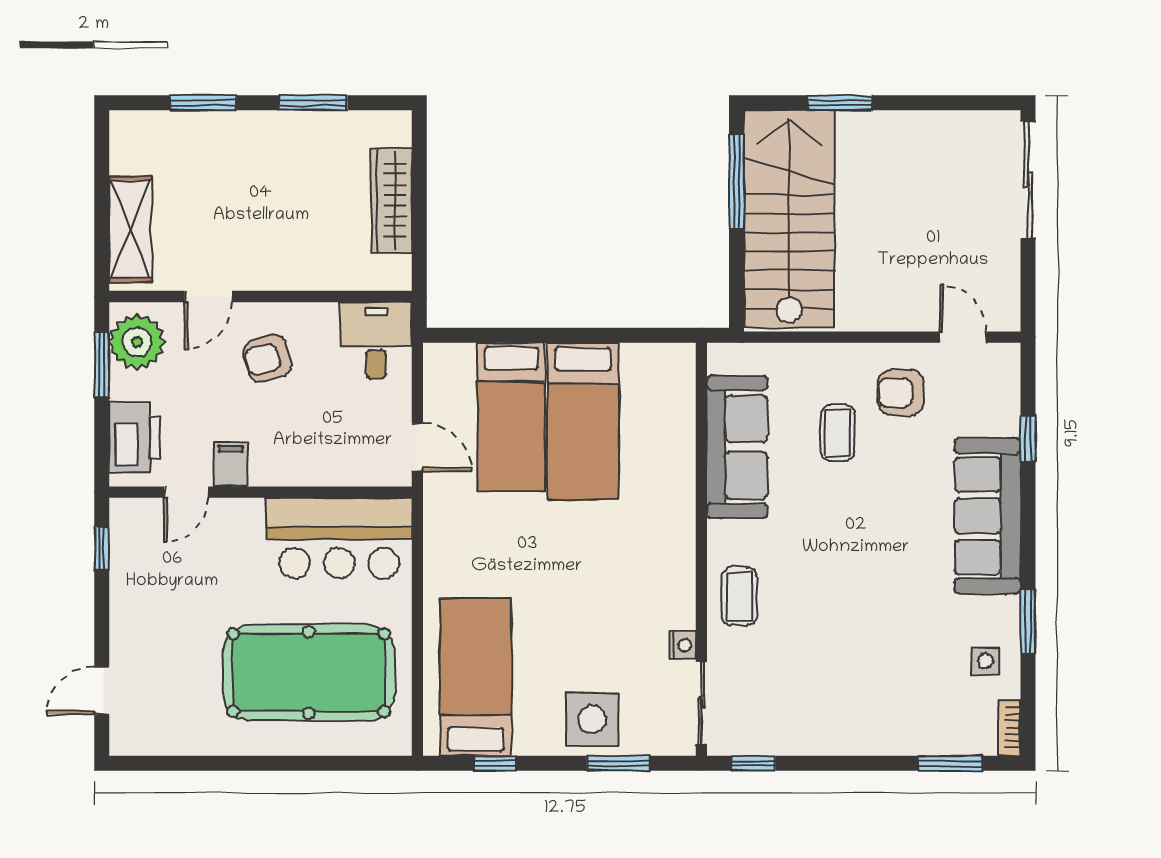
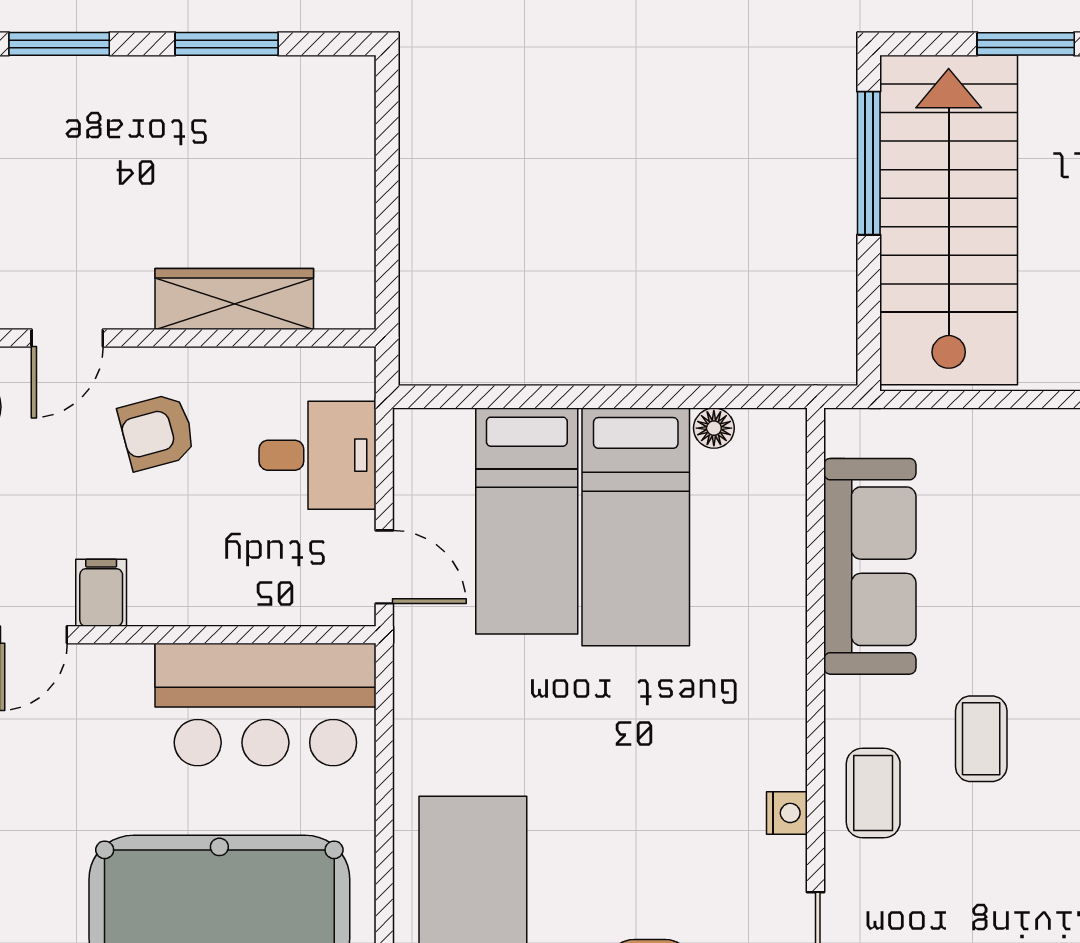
wardrobe: (392, 200) -> (234, 299), moved, turned 90
desk: (376, 340) -> (318, 455), moved, turned 90
floor lamp: (634, 356) -> (714, 428), added
coffee table: (838, 433) -> (981, 739), moved
nightstand: (683, 645) -> (787, 813), moved

